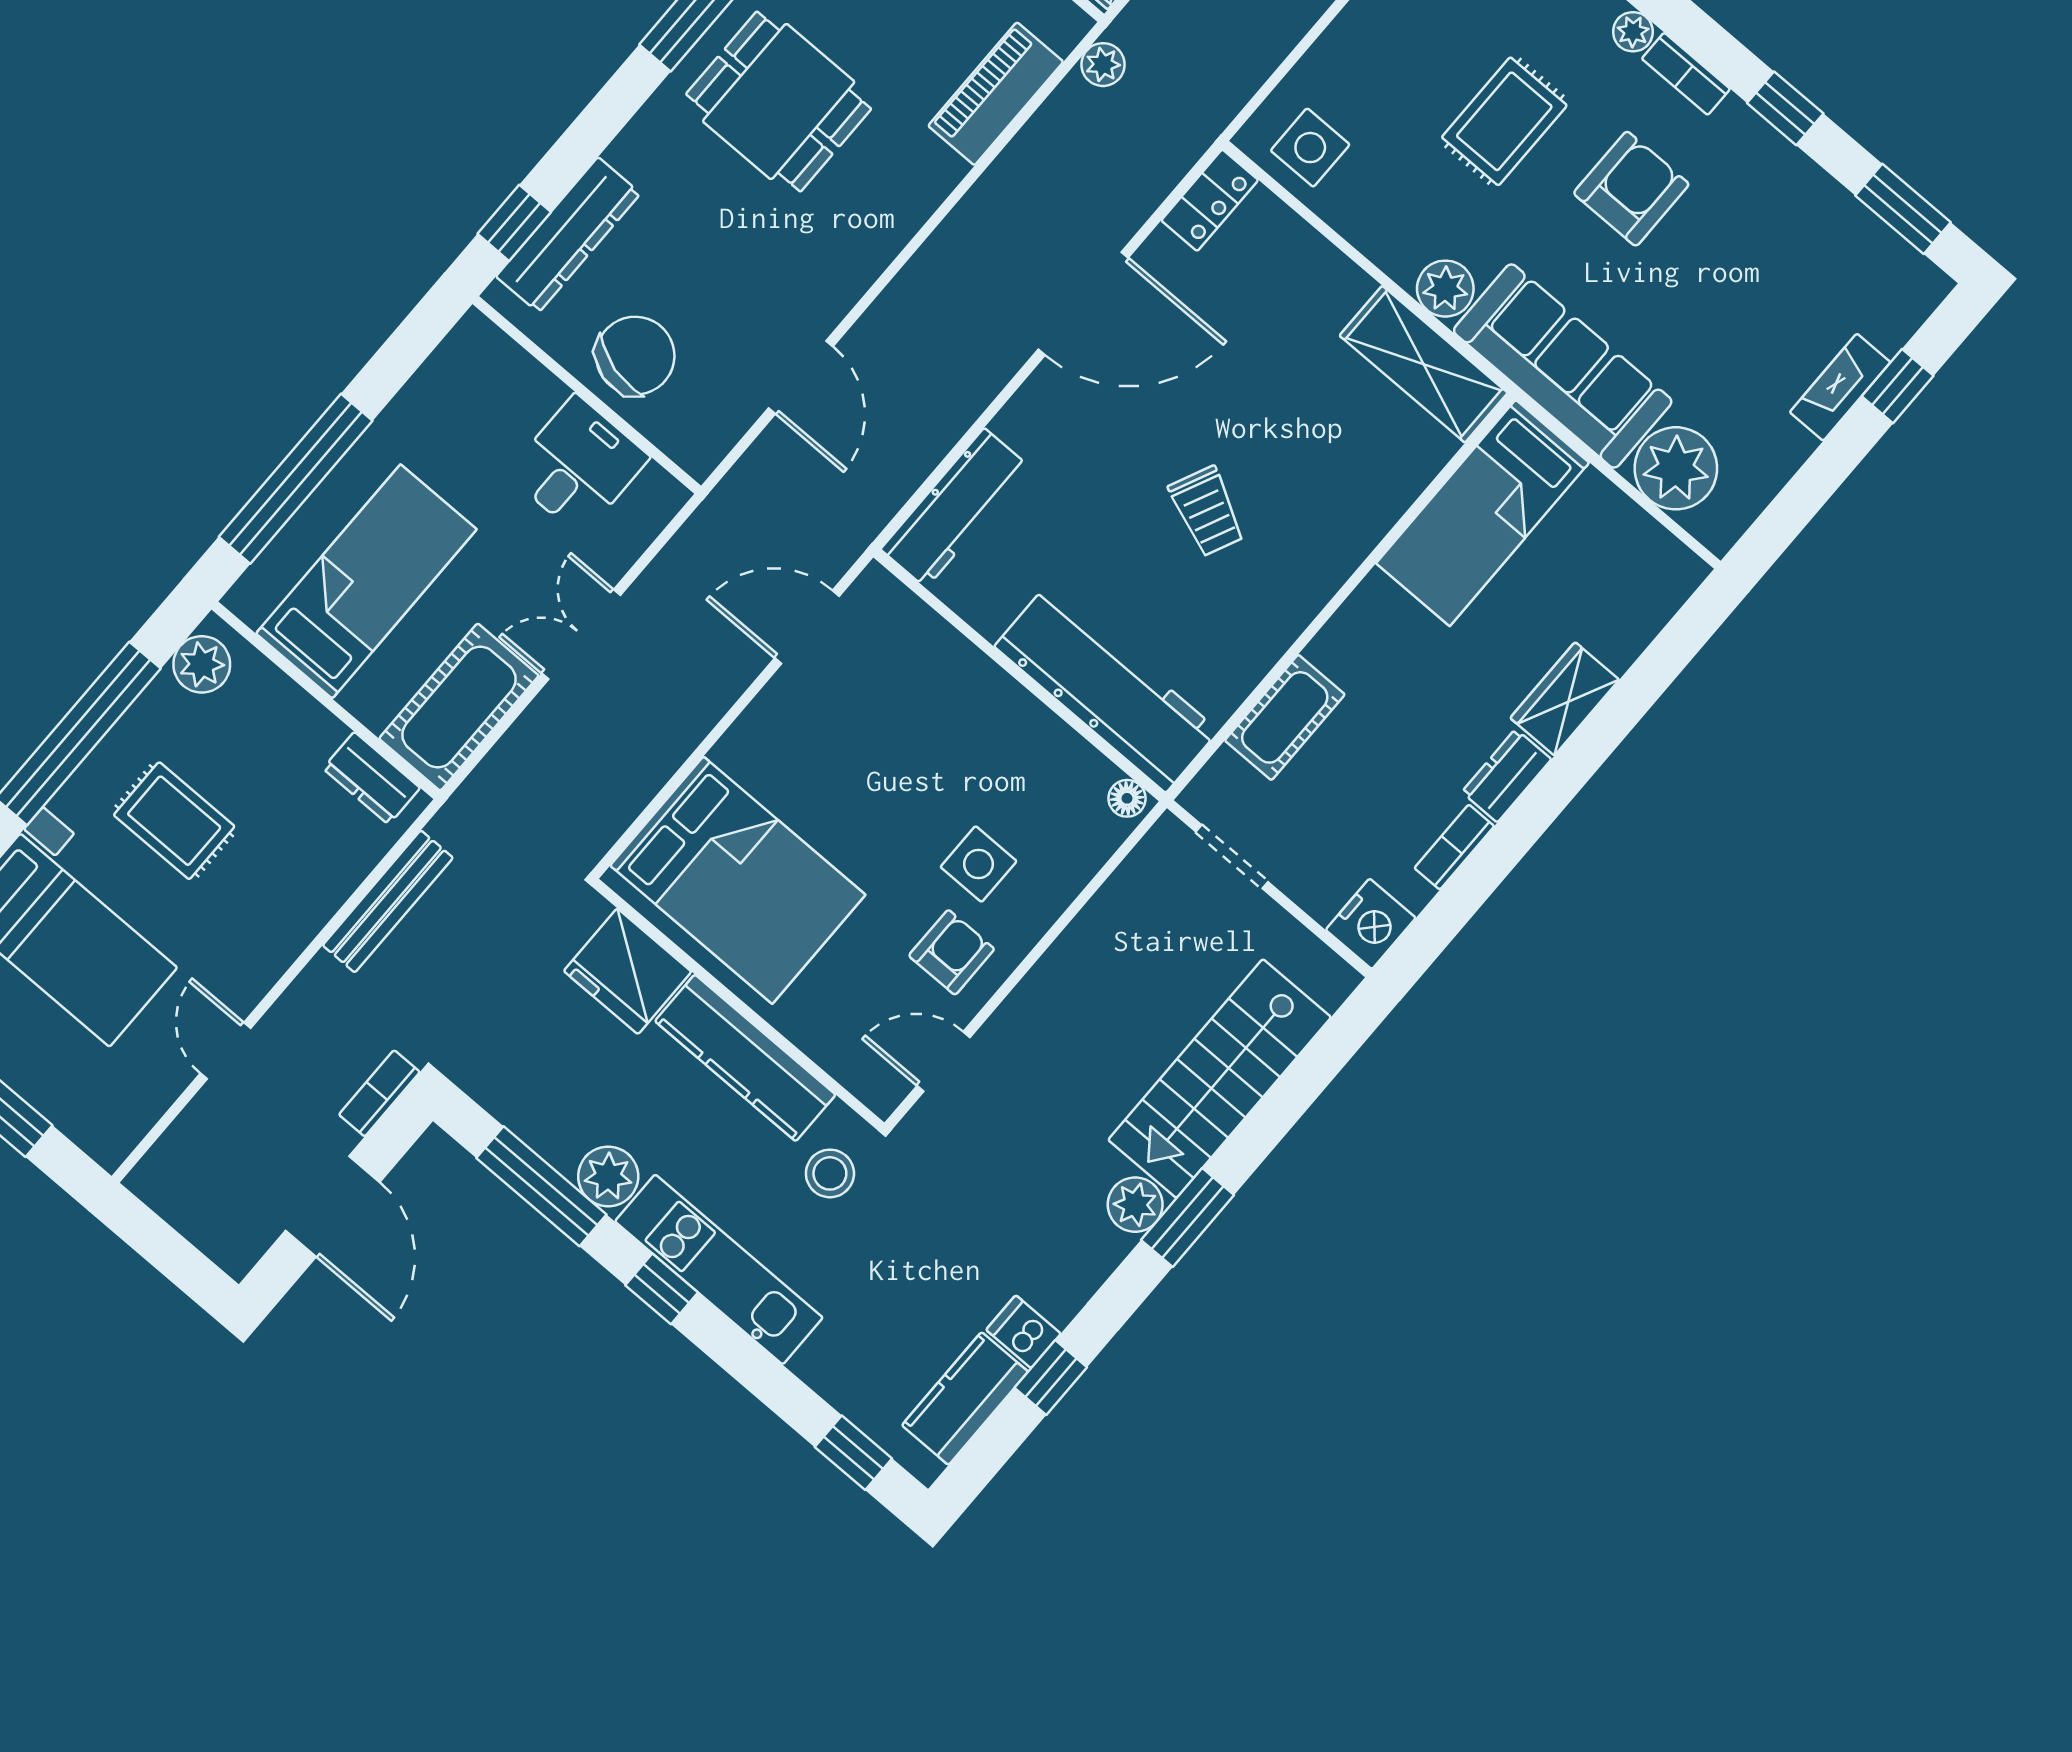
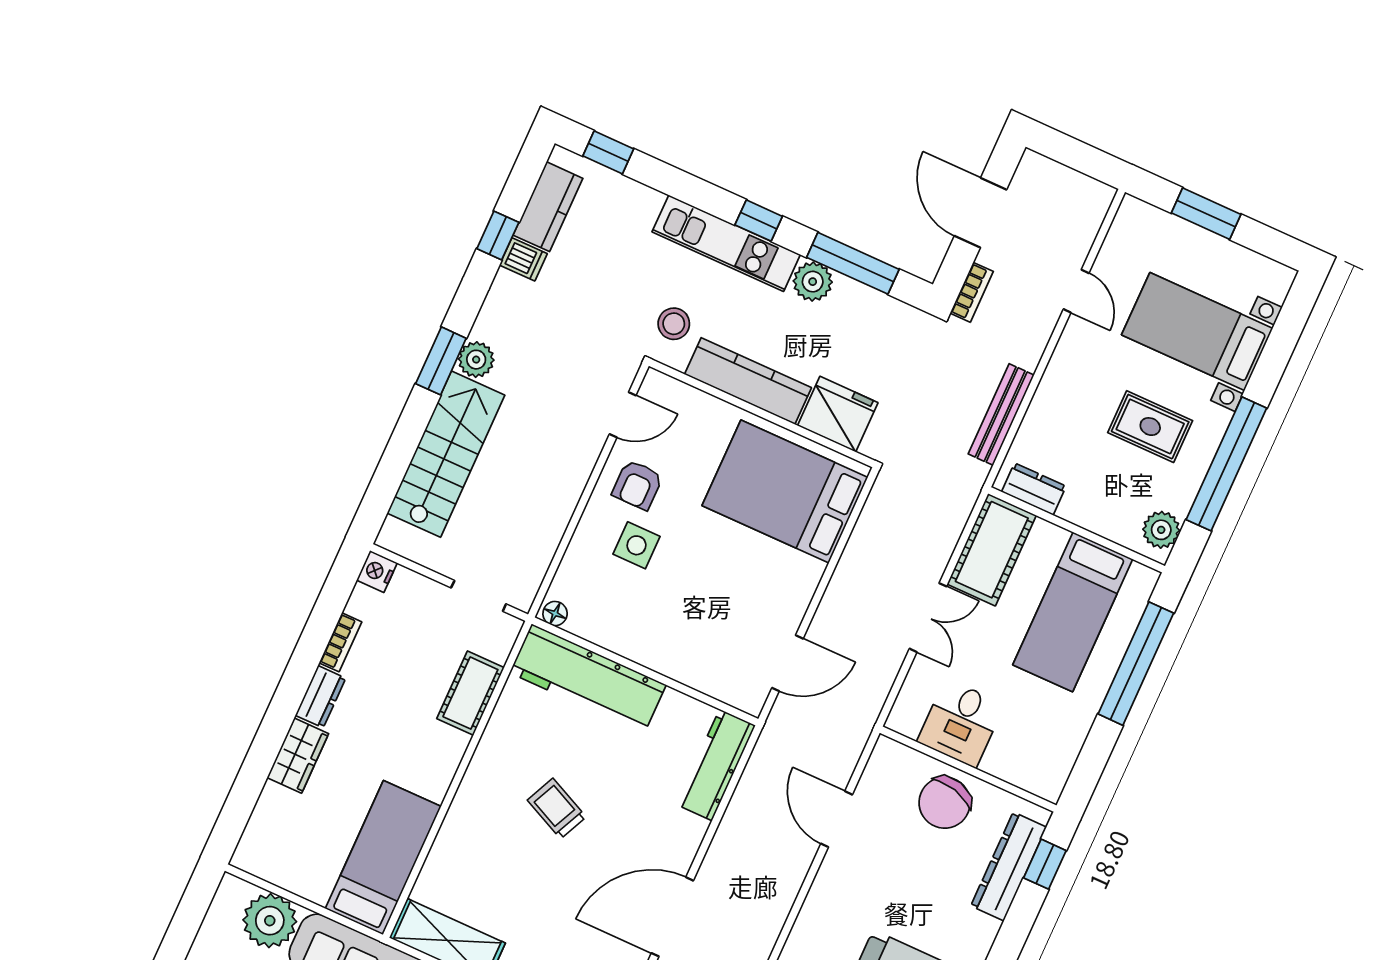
nightstand: (1371, 924) -> (377, 571), width x0.74, depth x0.75

